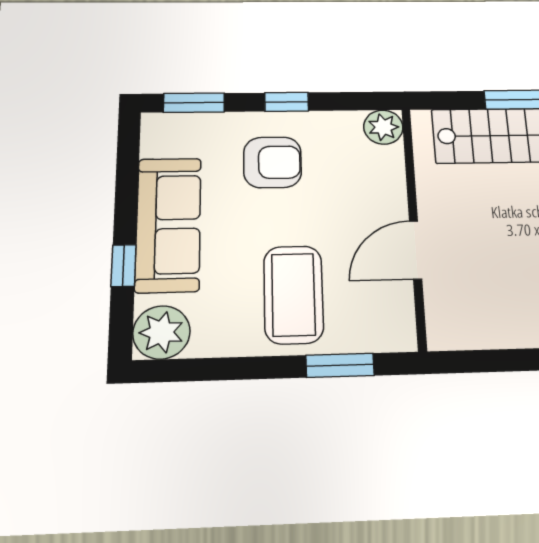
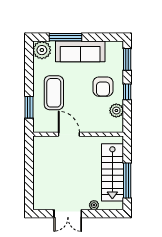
plant: (383, 127) -> (116, 111), moved
window: (124, 266) -> (65, 37), width x2.17
coffee table: (293, 294) -> (54, 93), turned 90

